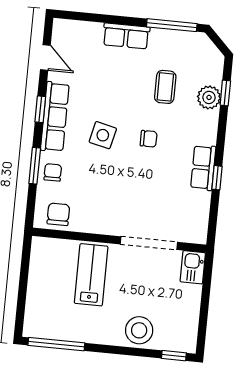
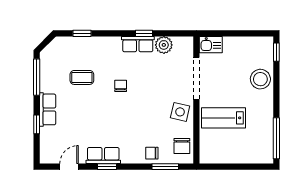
window: (107, 19) -> (37, 124), added
plant: (209, 97) -> (164, 45), moved
row of seats: (55, 117) -> (103, 155), width x0.68
side table: (103, 135) -> (180, 112), moved
window: (35, 166) -> (165, 167), moved
chair: (58, 214) -> (182, 146), turned -90

